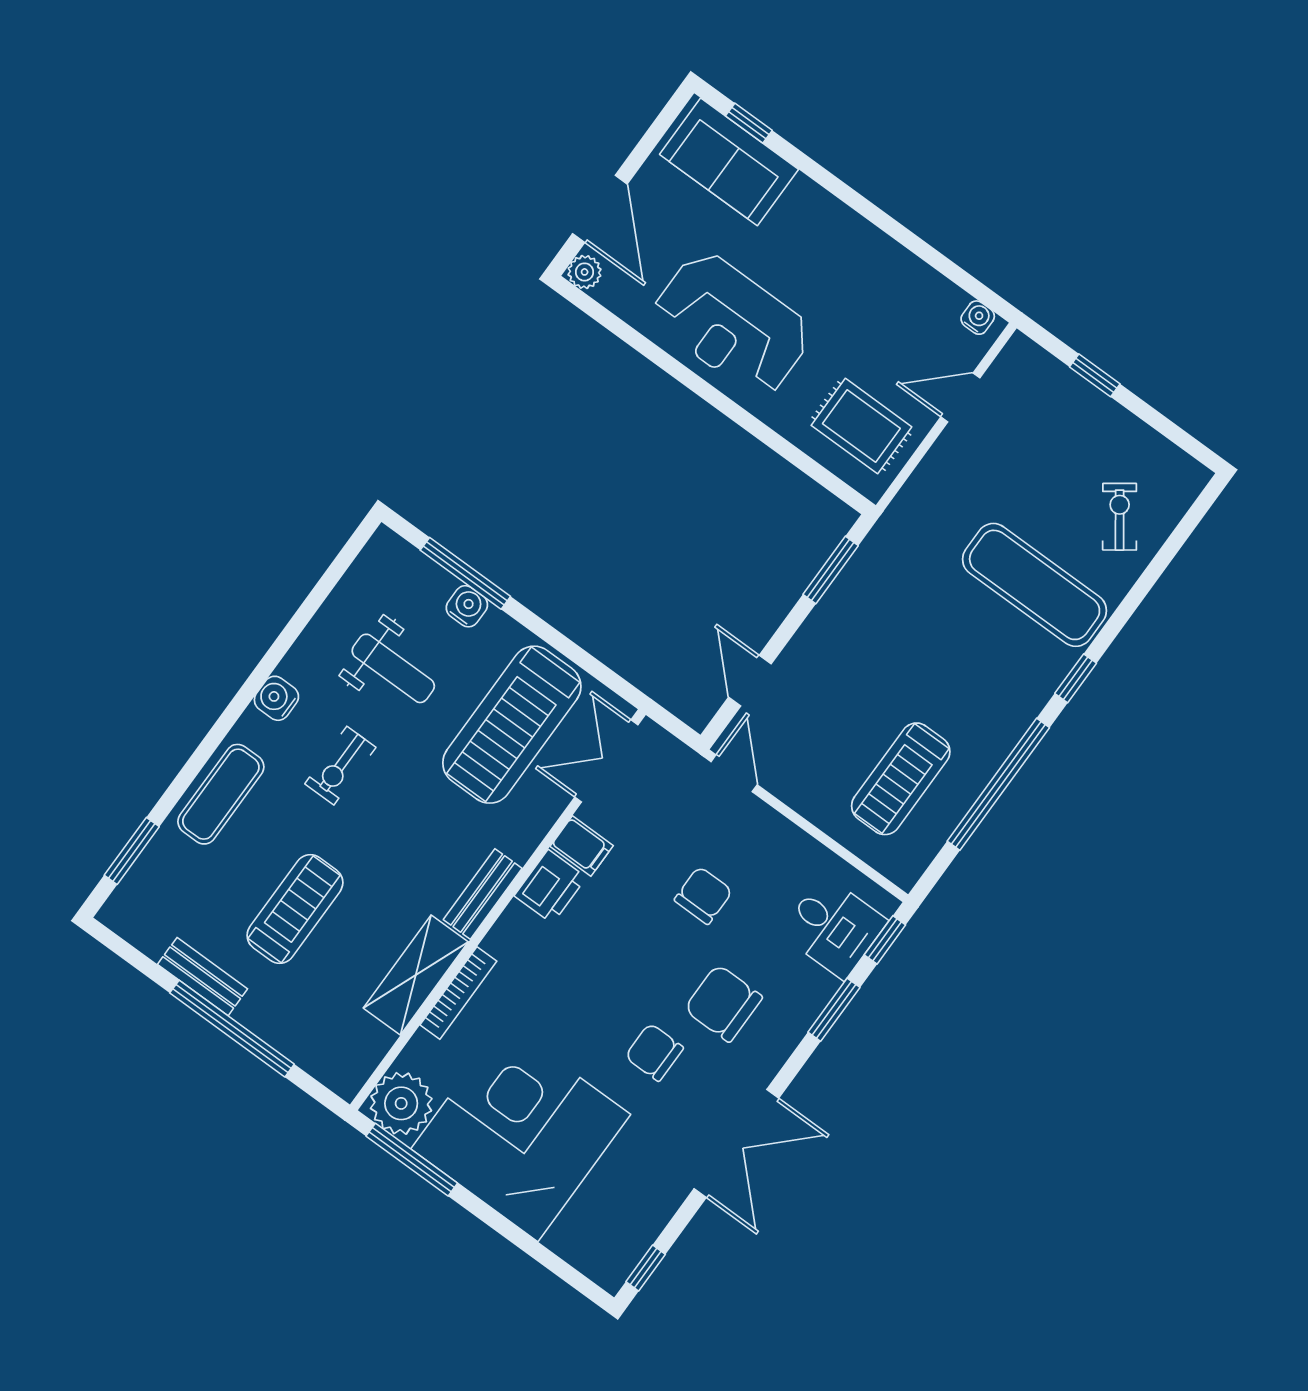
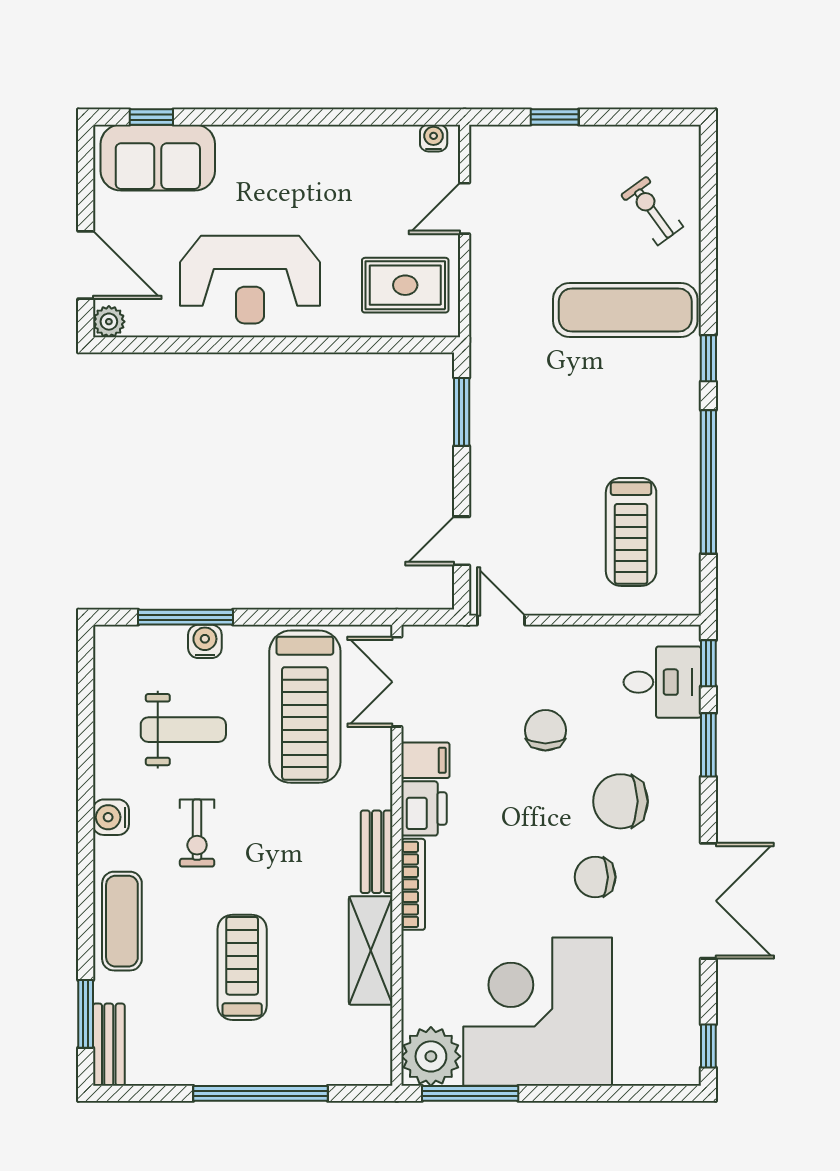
door: (750, 681) -> (462, 541), hinge flipped
bench: (203, 977) -> (109, 1045), moved, turned 90
bookcase: (458, 993) -> (413, 884), moved

